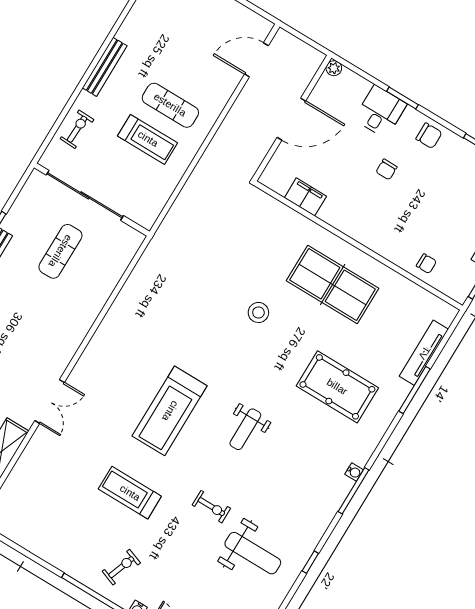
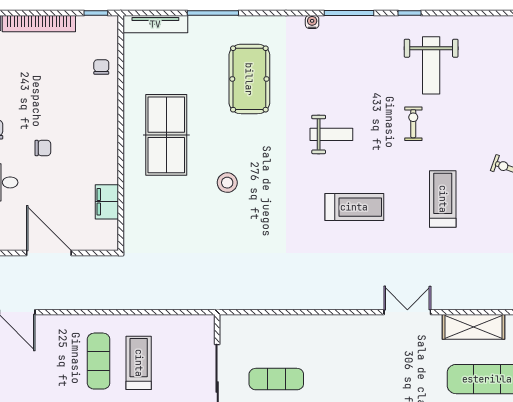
tv unit: (424, 353) -> (155, 24), moved
treadmill: (170, 411) -> (354, 207), width x0.73, depth x0.73
window: (353, 491) -> (349, 13), moved
treadmill: (130, 493) -> (443, 199), turned 180
weight bench: (253, 553) -> (431, 65), turned 180

